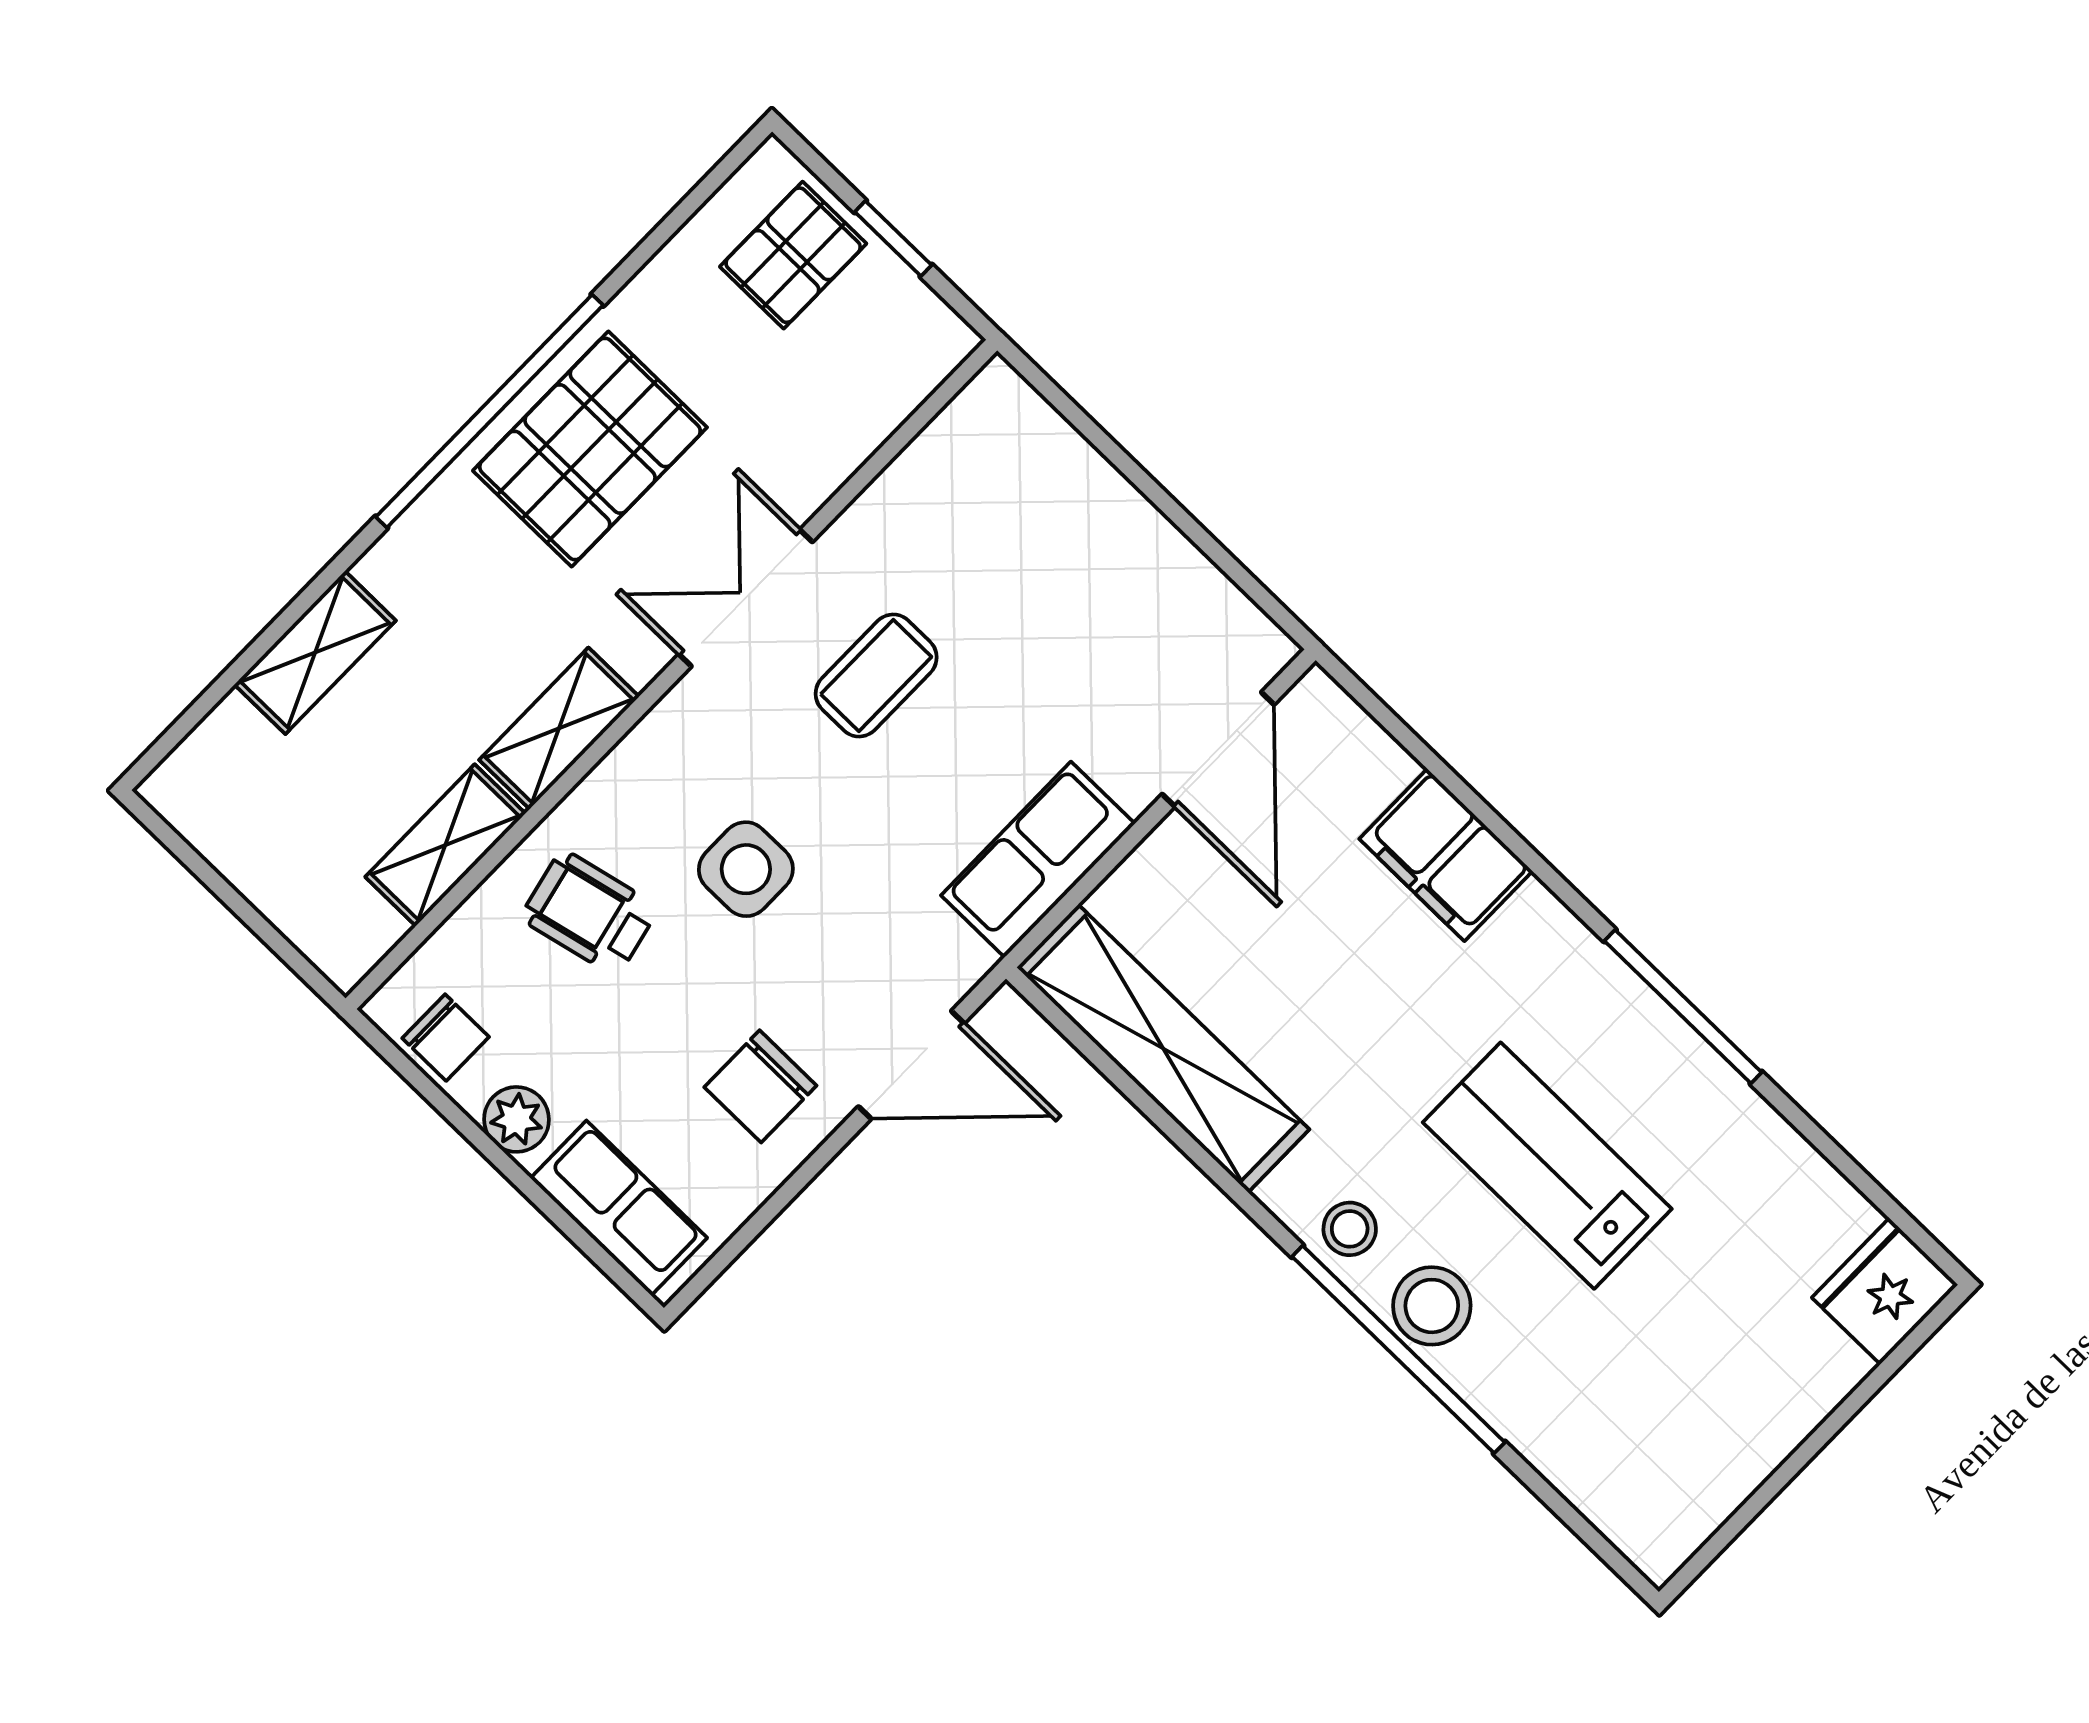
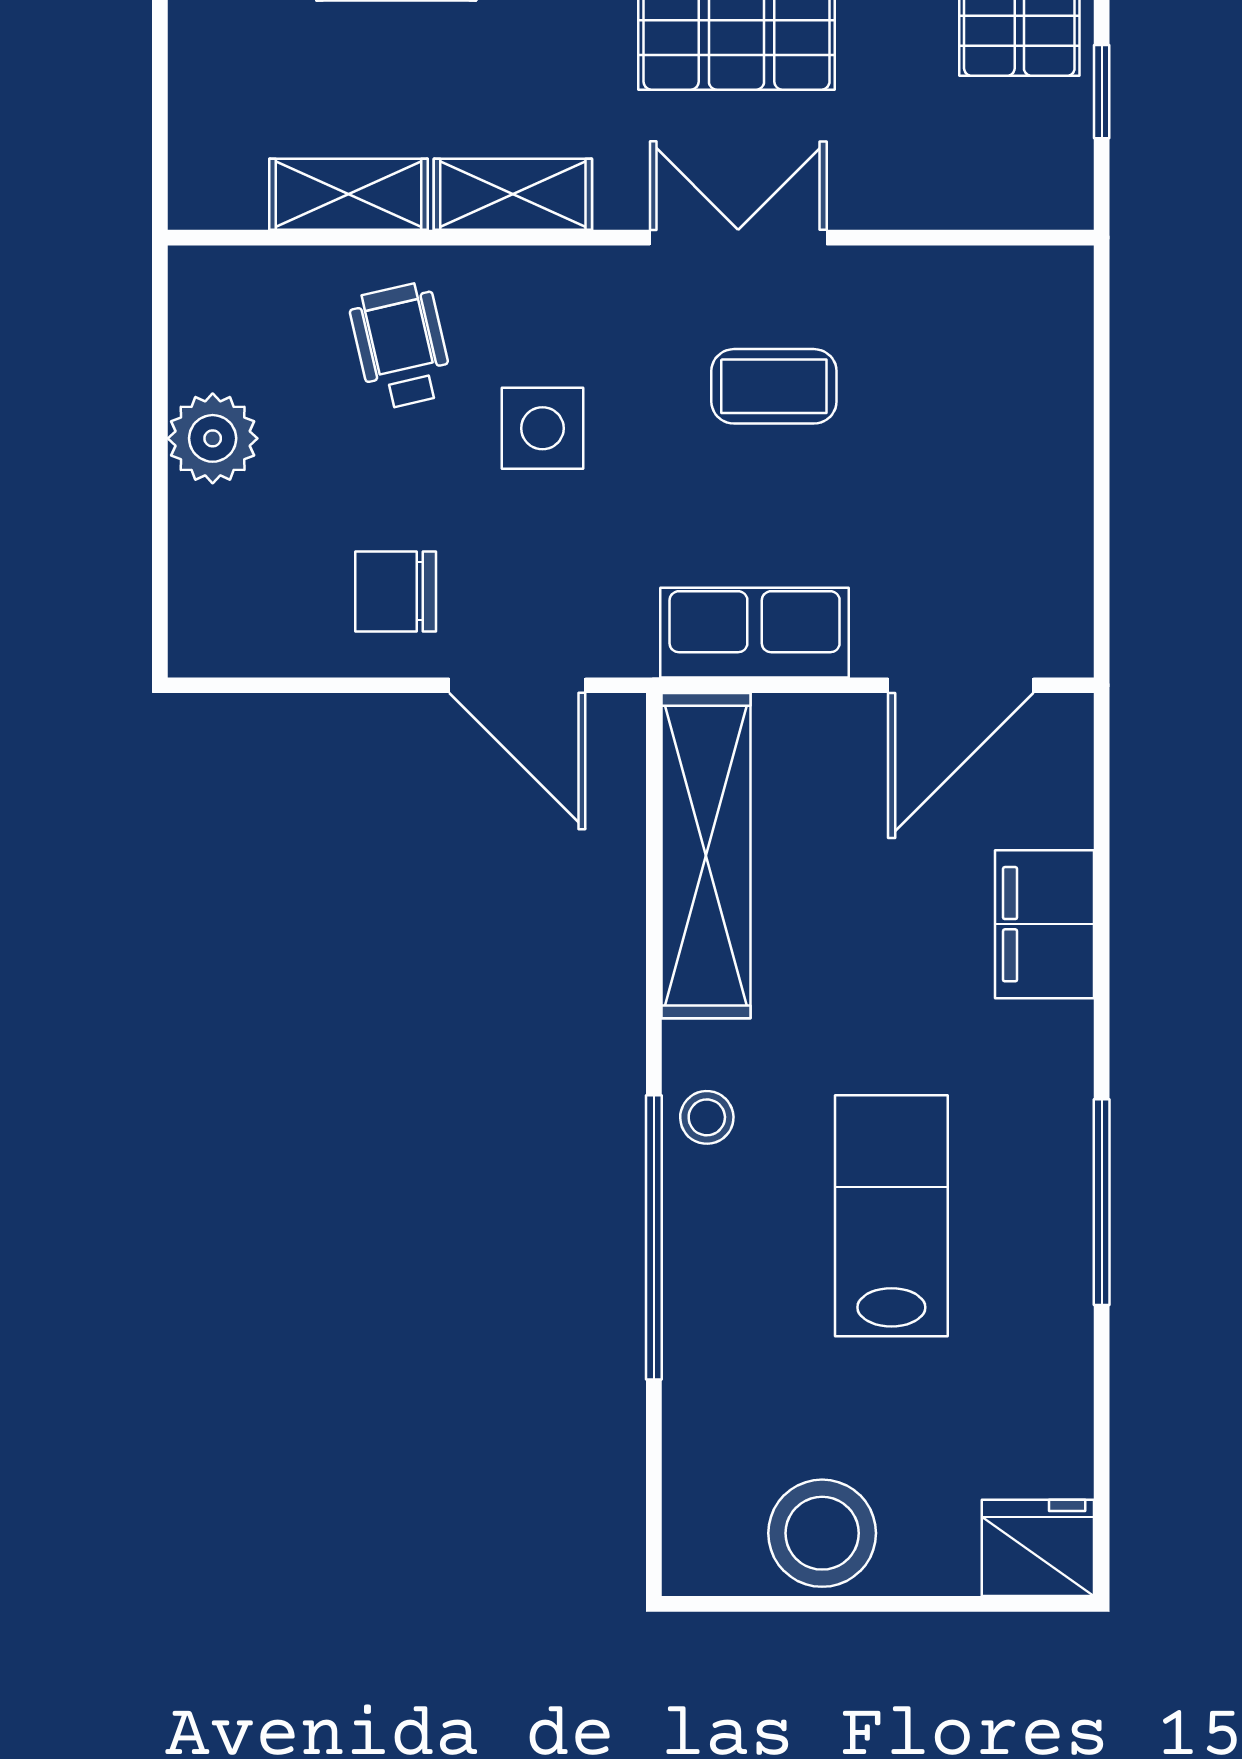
chair: (446, 1038) -> (210, 330), removed
plant: (517, 1119) -> (213, 438), width x1.38, depth x1.38
row of seats: (619, 1208) -> (208, 574), removed
stool: (1432, 1306) -> (822, 1533), moved, width x1.38, depth x1.38

